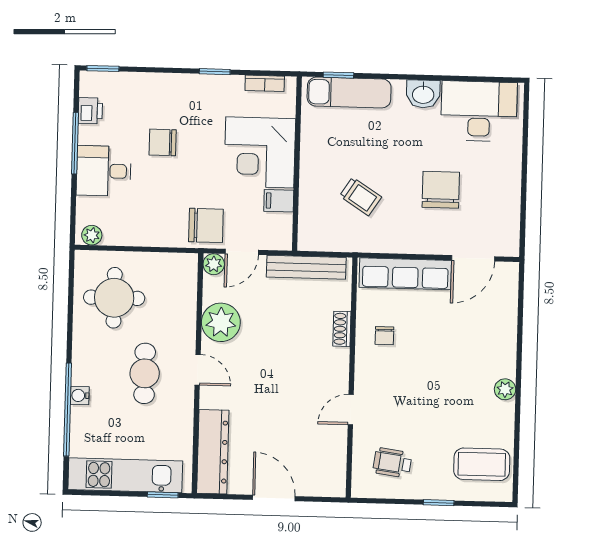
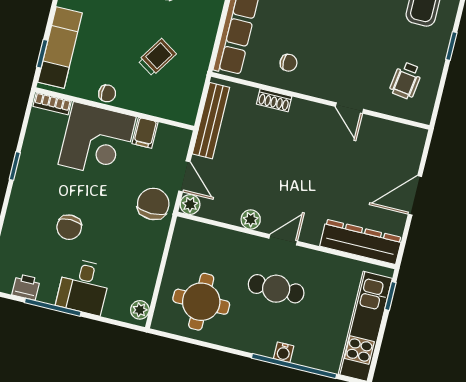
bookcase: (265, 83) -> (52, 104), moved, turned 90
chair: (312, 152) -> (107, 93), added
plant: (221, 322) -> (251, 219), width x0.53, depth x0.53

